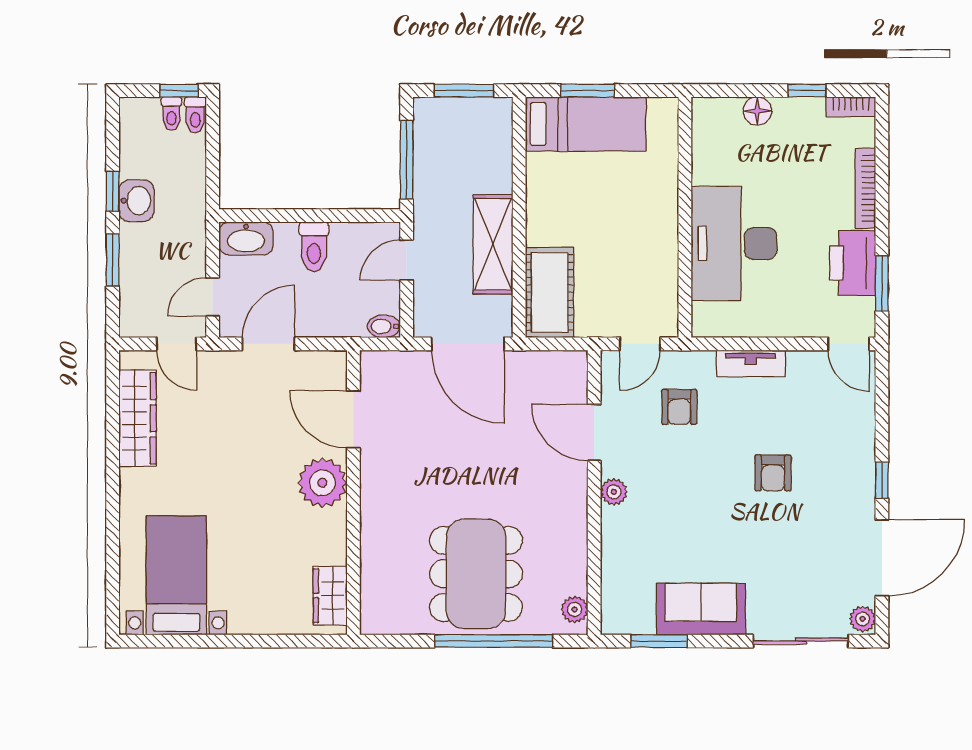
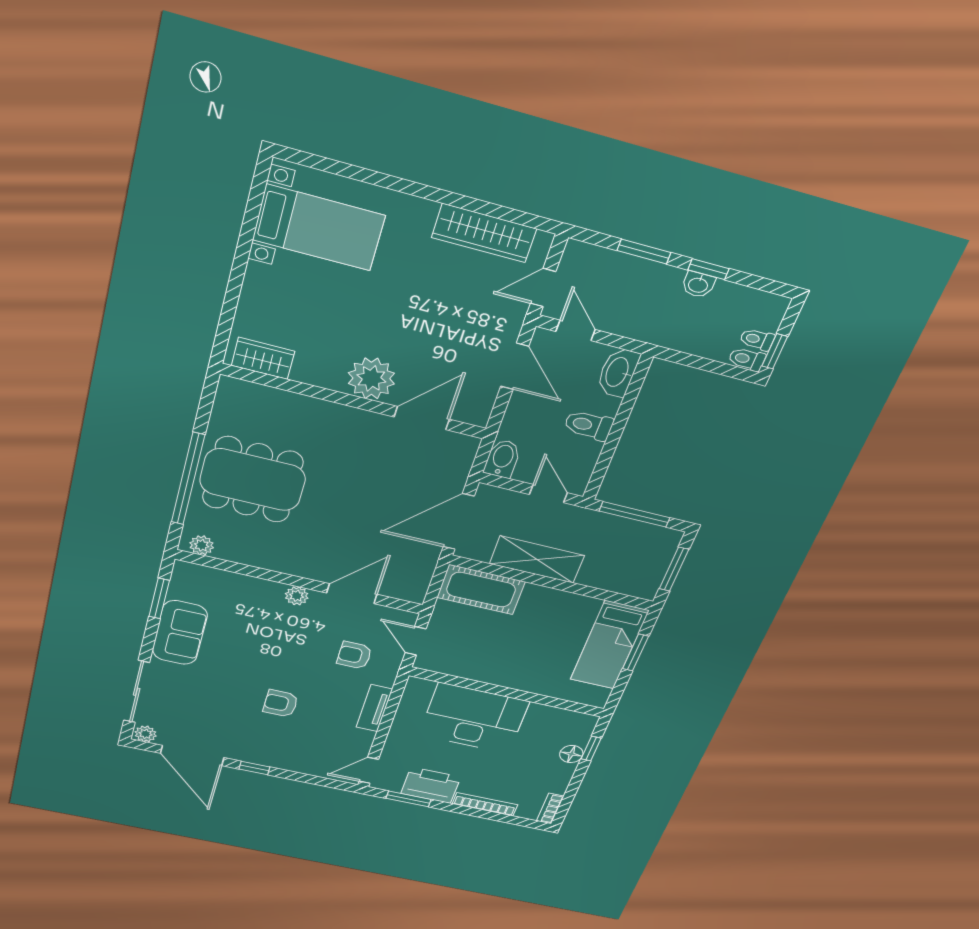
window: (807, 91) -> (591, 748), moved
washbasin: (136, 201) -> (698, 285), width x0.72, depth x0.69
bidet: (384, 326) -> (502, 459), width x1.38, depth x1.36

